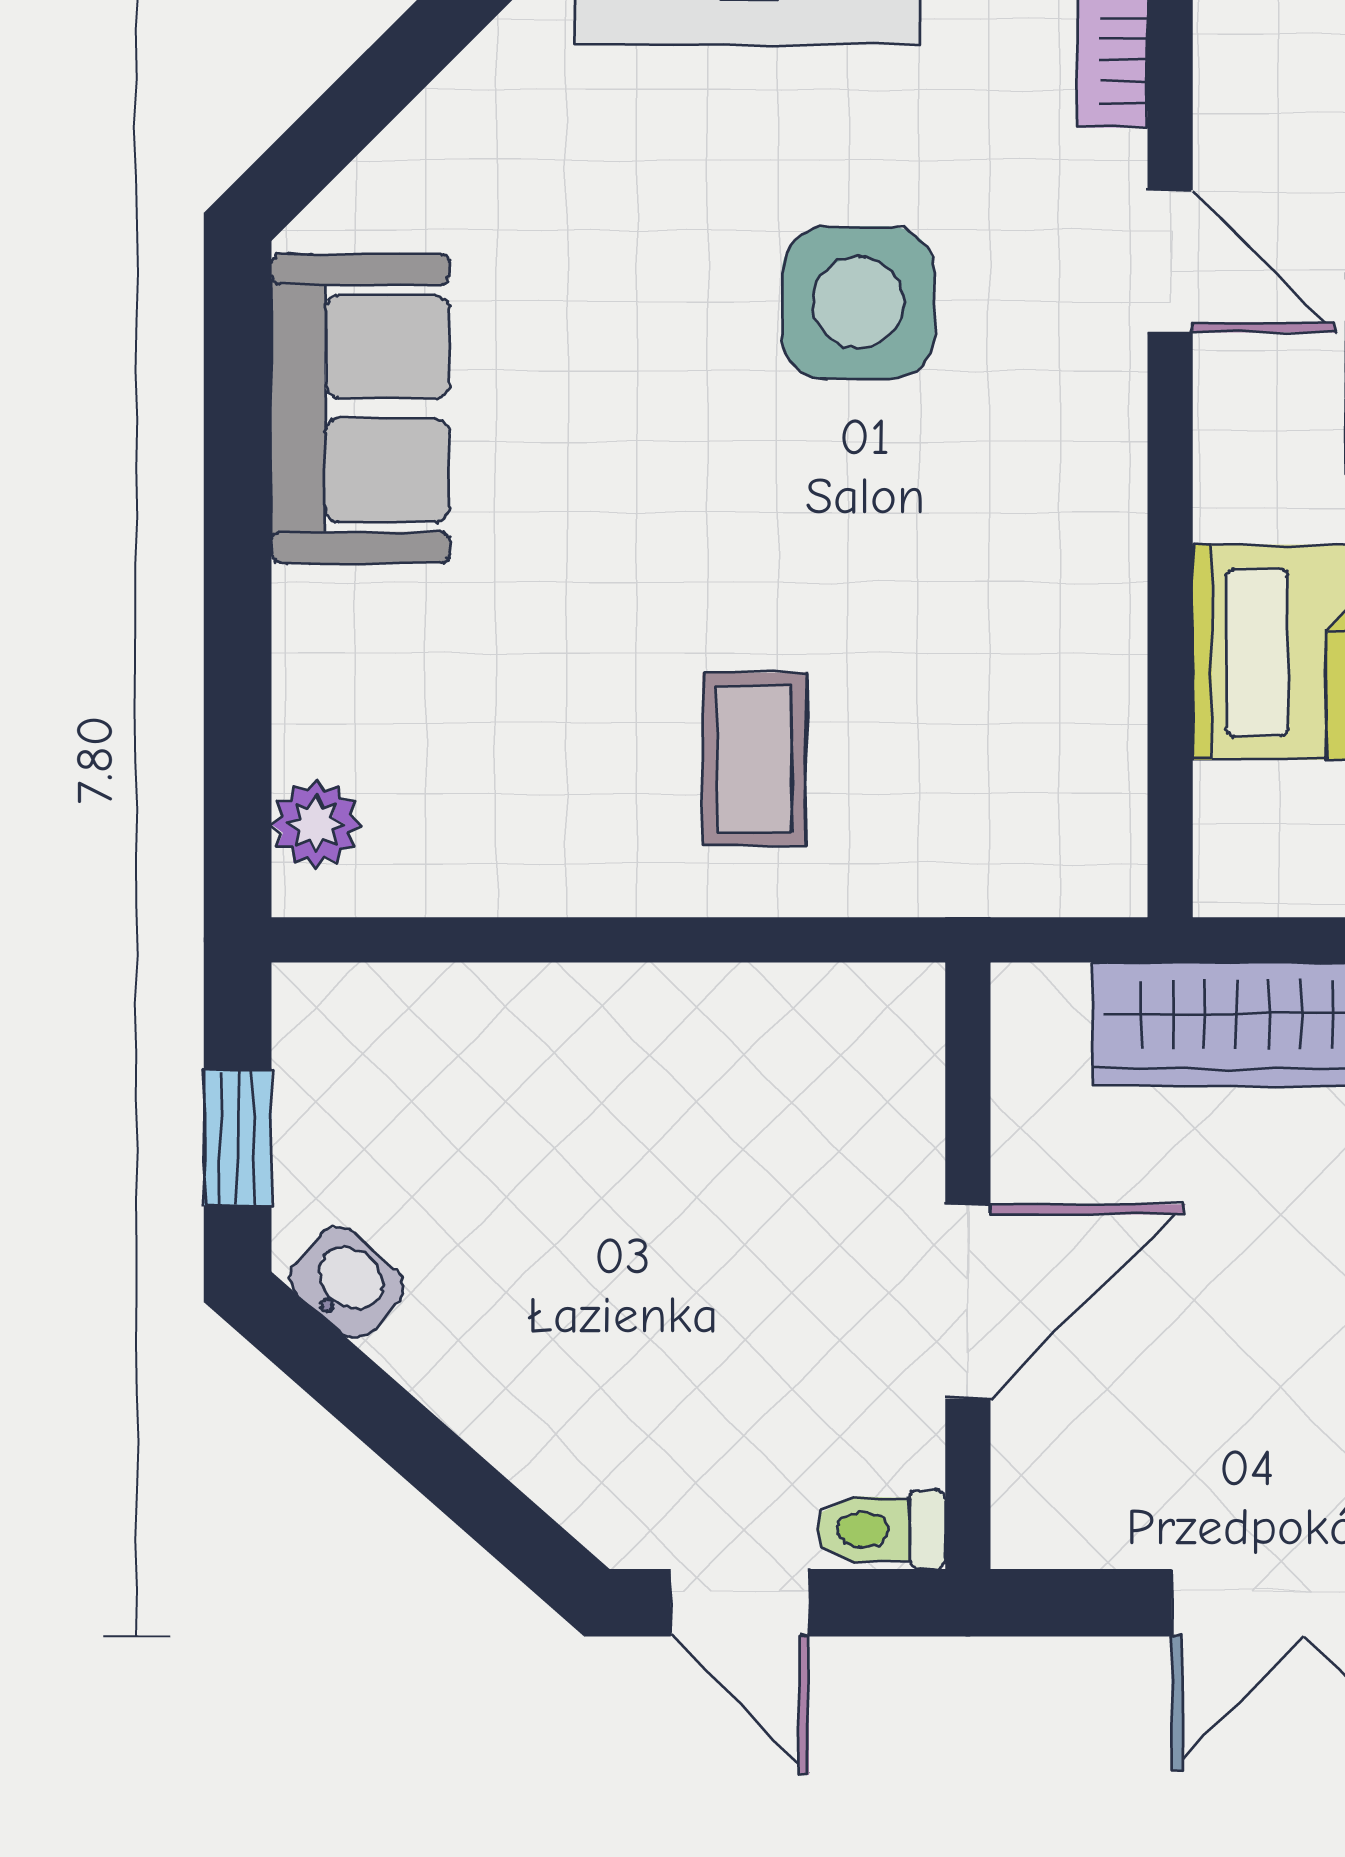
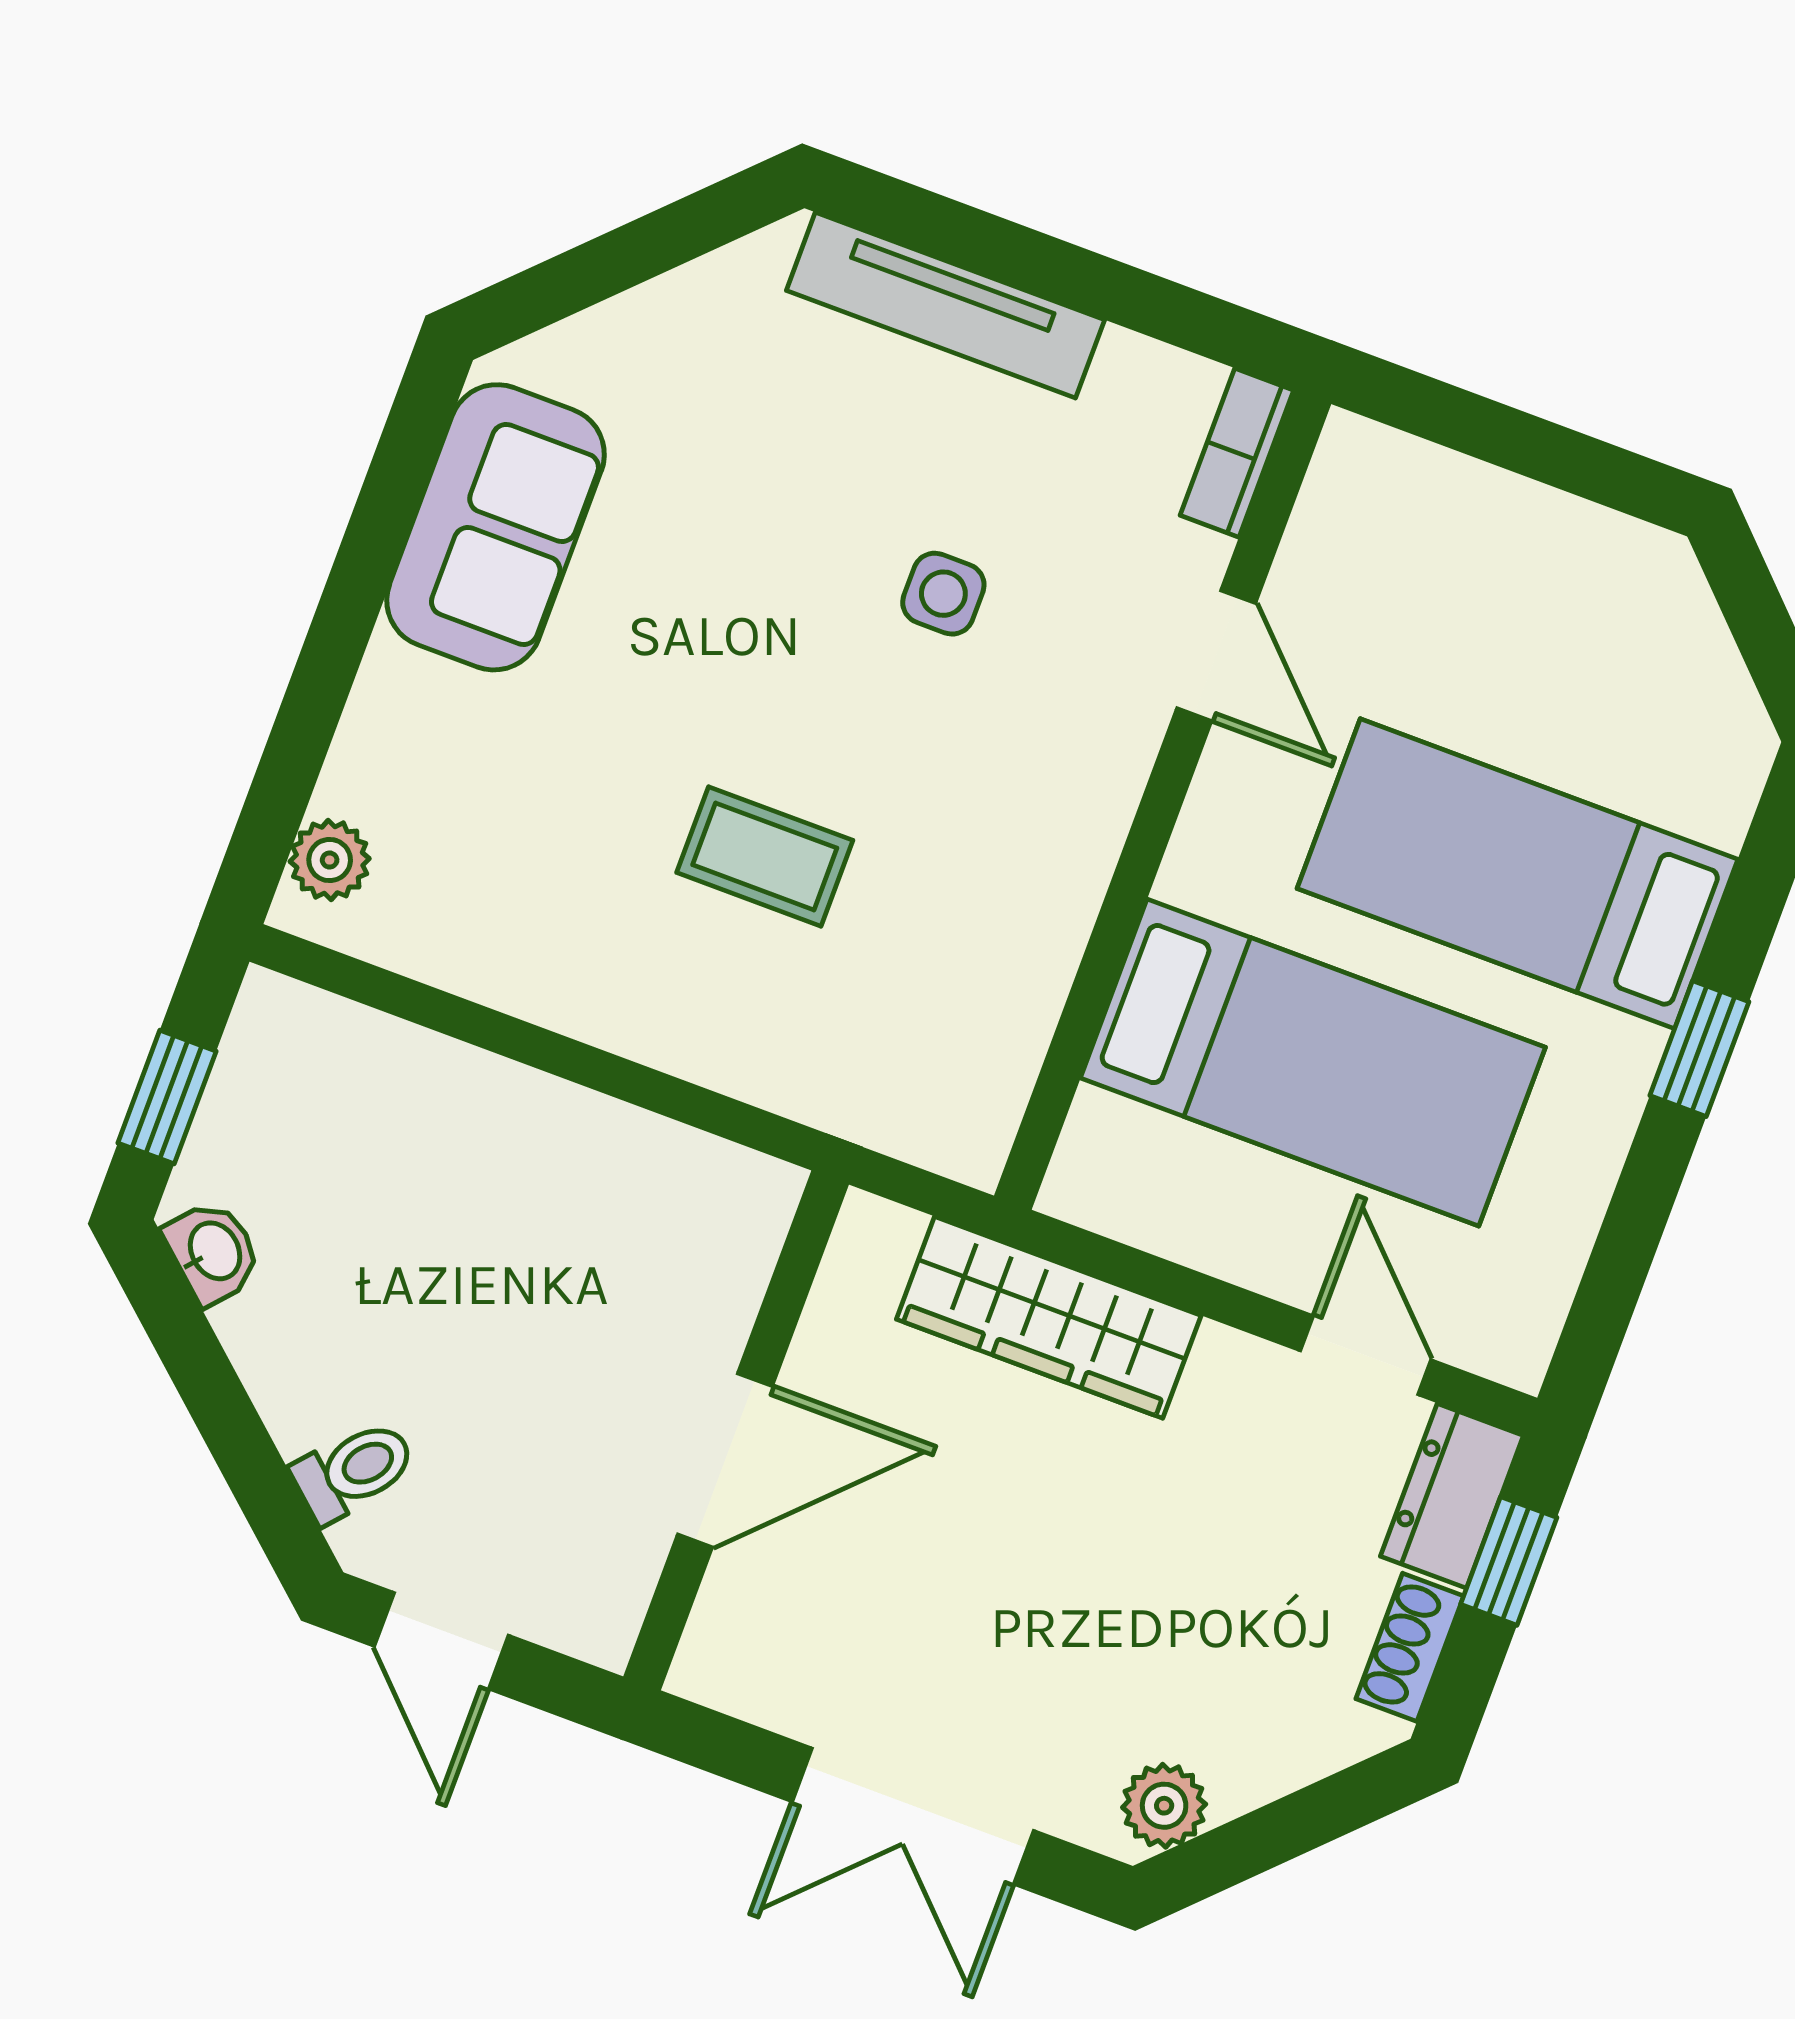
side table: (858, 303) -> (943, 594), width x0.54, depth x0.54
coffee table: (754, 759) -> (765, 856), moved, turned 90
toilet: (881, 1530) -> (354, 1471), moved, turned 131

